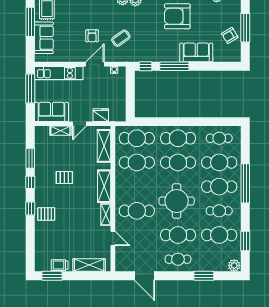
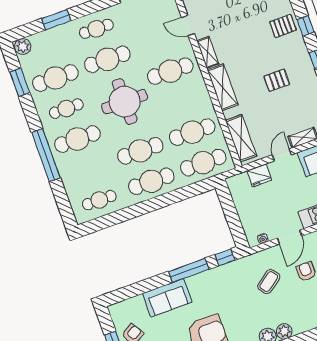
cafe table: (219, 162) -> (88, 170), removed

